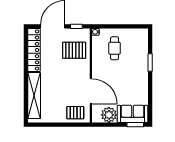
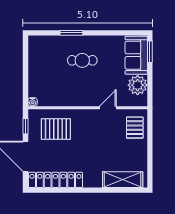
cafe table: (115, 48) -> (82, 60), moved
pallet: (74, 50) -> (56, 129), turned 90
door: (91, 91) -> (108, 108), width x0.53
shelving: (34, 96) -> (123, 180), width x0.68

